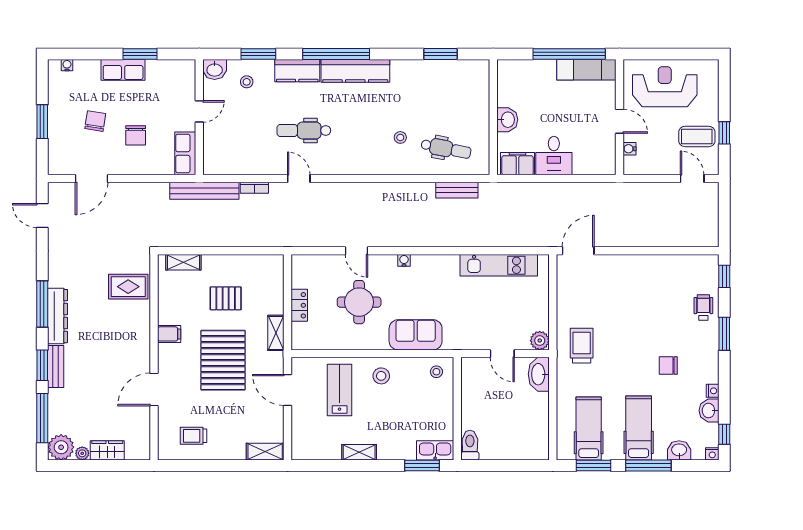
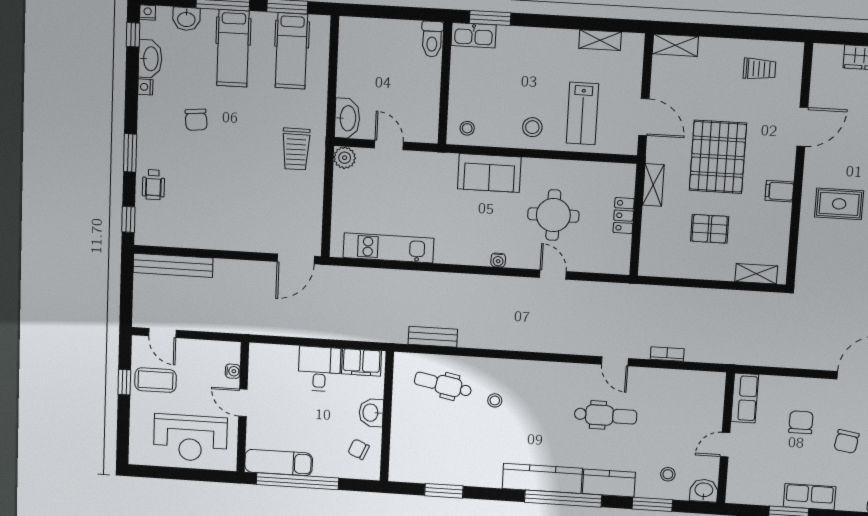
chair: (517, 86) -> (359, 449), added
bench: (204, 191) -> (173, 265), moved
rug: (128, 287) -> (839, 204), moved
chair: (668, 366) -> (196, 120), turned 84
washbasin: (709, 411) -> (150, 59), width x1.38
shelving: (359, 452) -> (600, 40), moved

